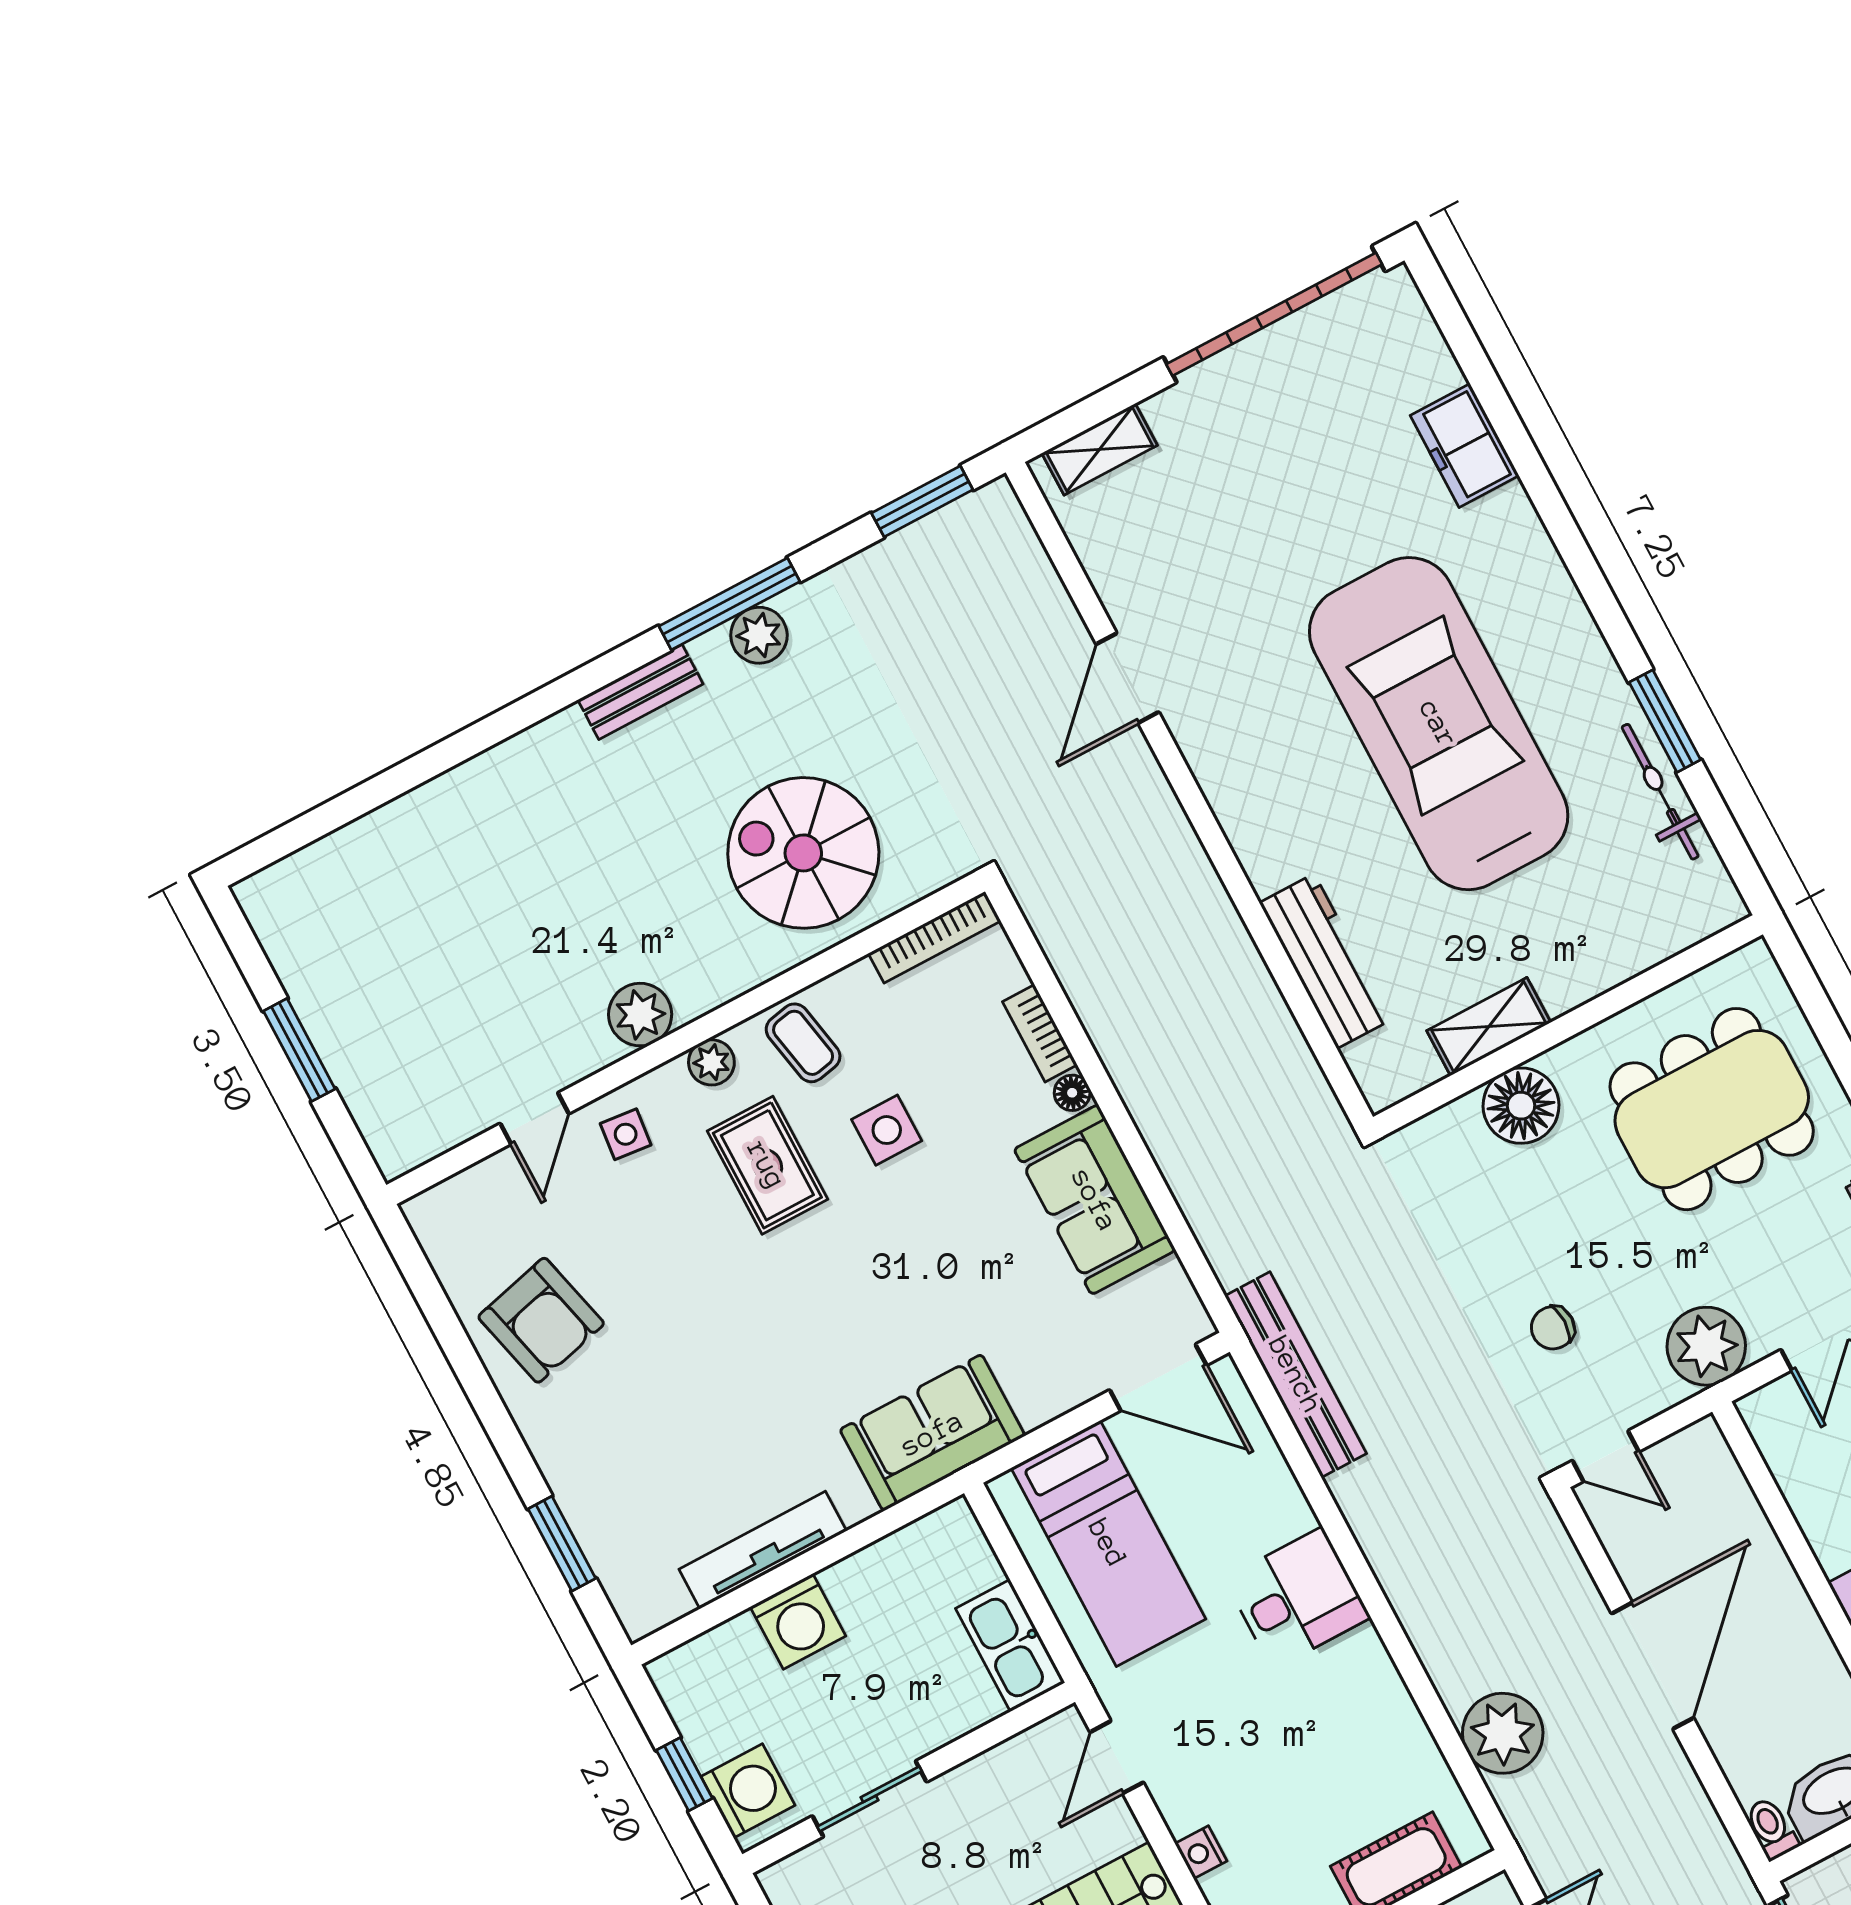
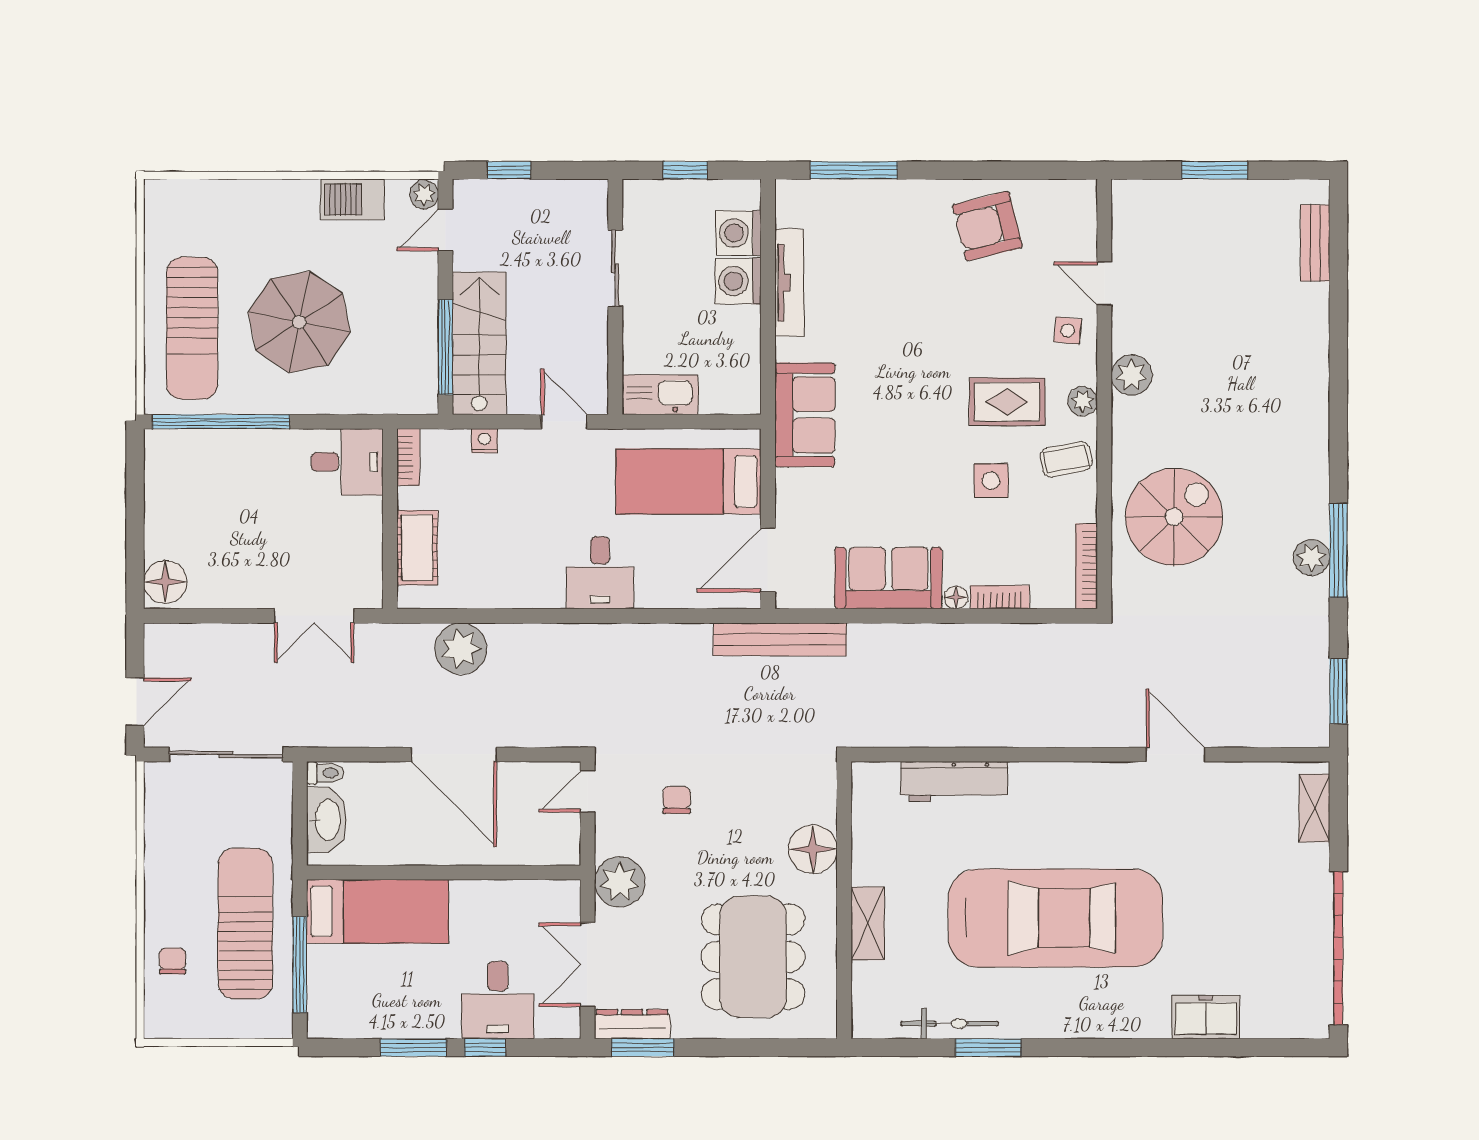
bench: (640, 692) -> (1315, 243), moved
shelving: (1489, 1027) -> (868, 923), moved
bench: (1296, 1375) -> (780, 639), moved
window: (562, 1544) -> (854, 170), width x1.44
washing machine: (748, 1791) -> (738, 233), moved, turned 90

